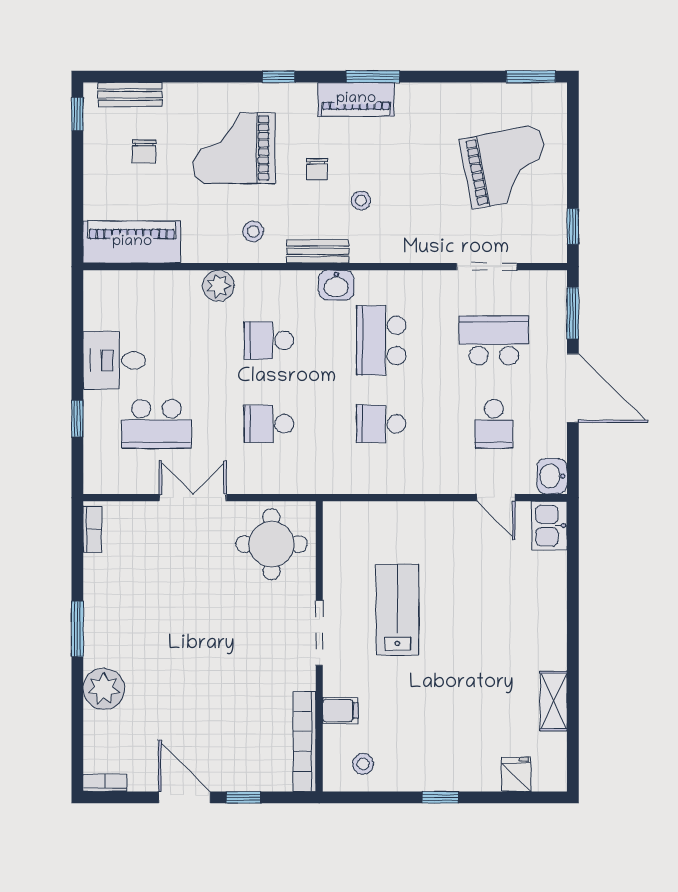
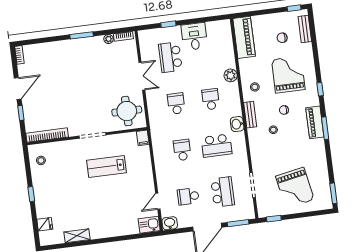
school desk: (381, 340) -> (217, 146), turned 180
lab bench: (397, 610) -> (106, 166), turned 180
plant: (104, 689) -> (109, 39), moved, width x0.53, depth x0.53
filing cabinet: (340, 710) -> (143, 138), moved

